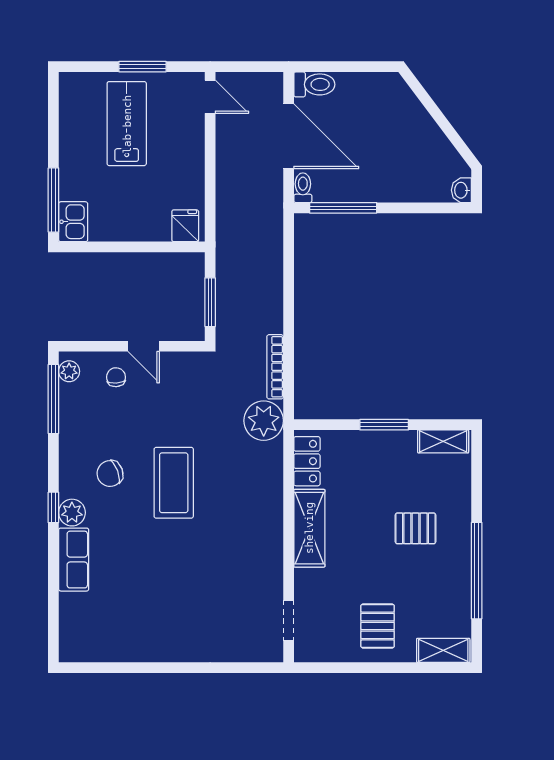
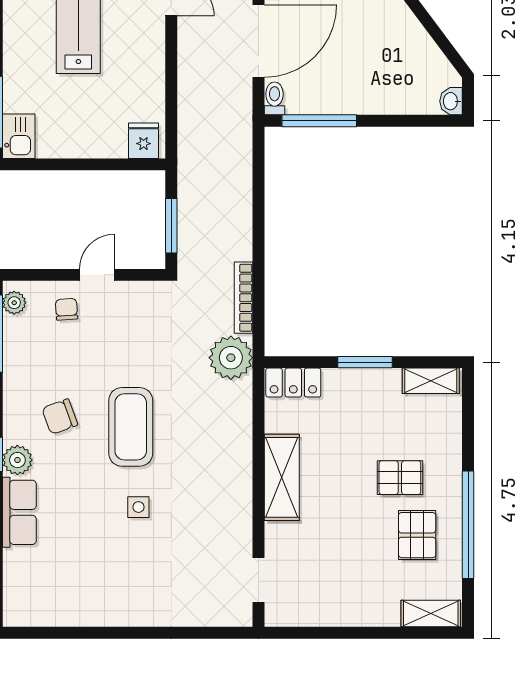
door: (289, 136) -> (259, 41), hinge flipped
door: (144, 346) -> (97, 275), swing flipped
locker: (307, 461) -> (293, 383), moved, turned 90
side table: (181, 555) -> (138, 507), added
pallet: (378, 626) -> (417, 535), moved

